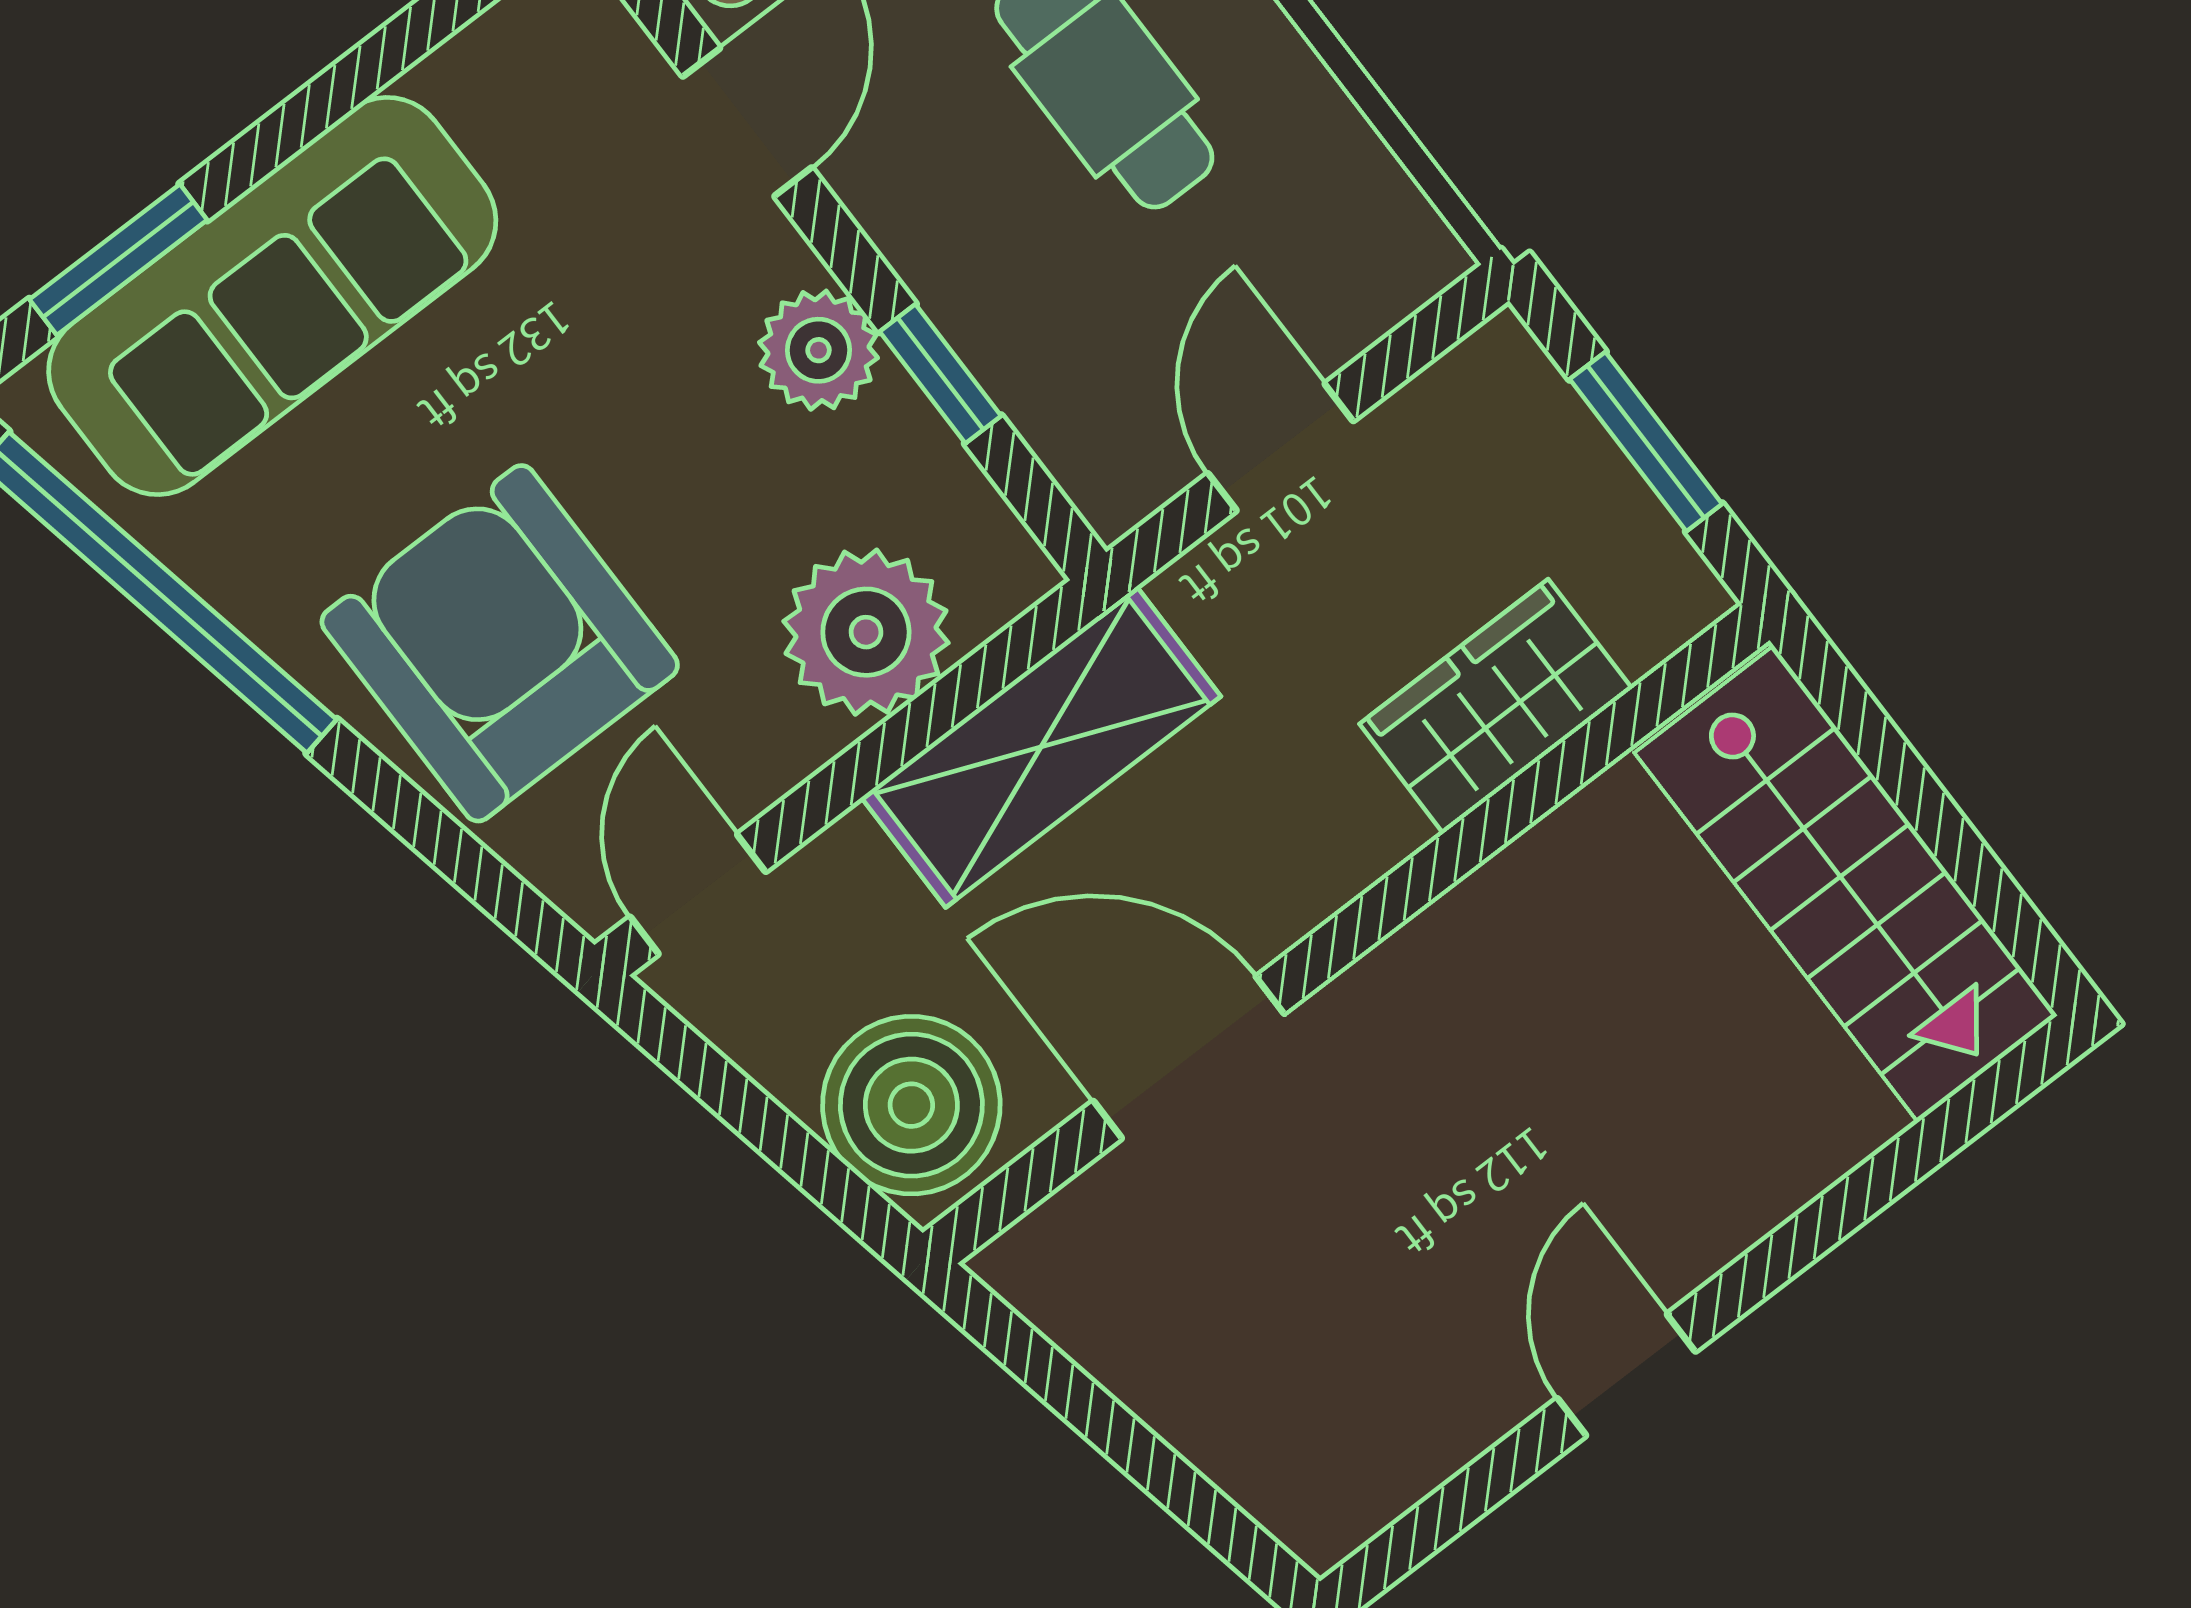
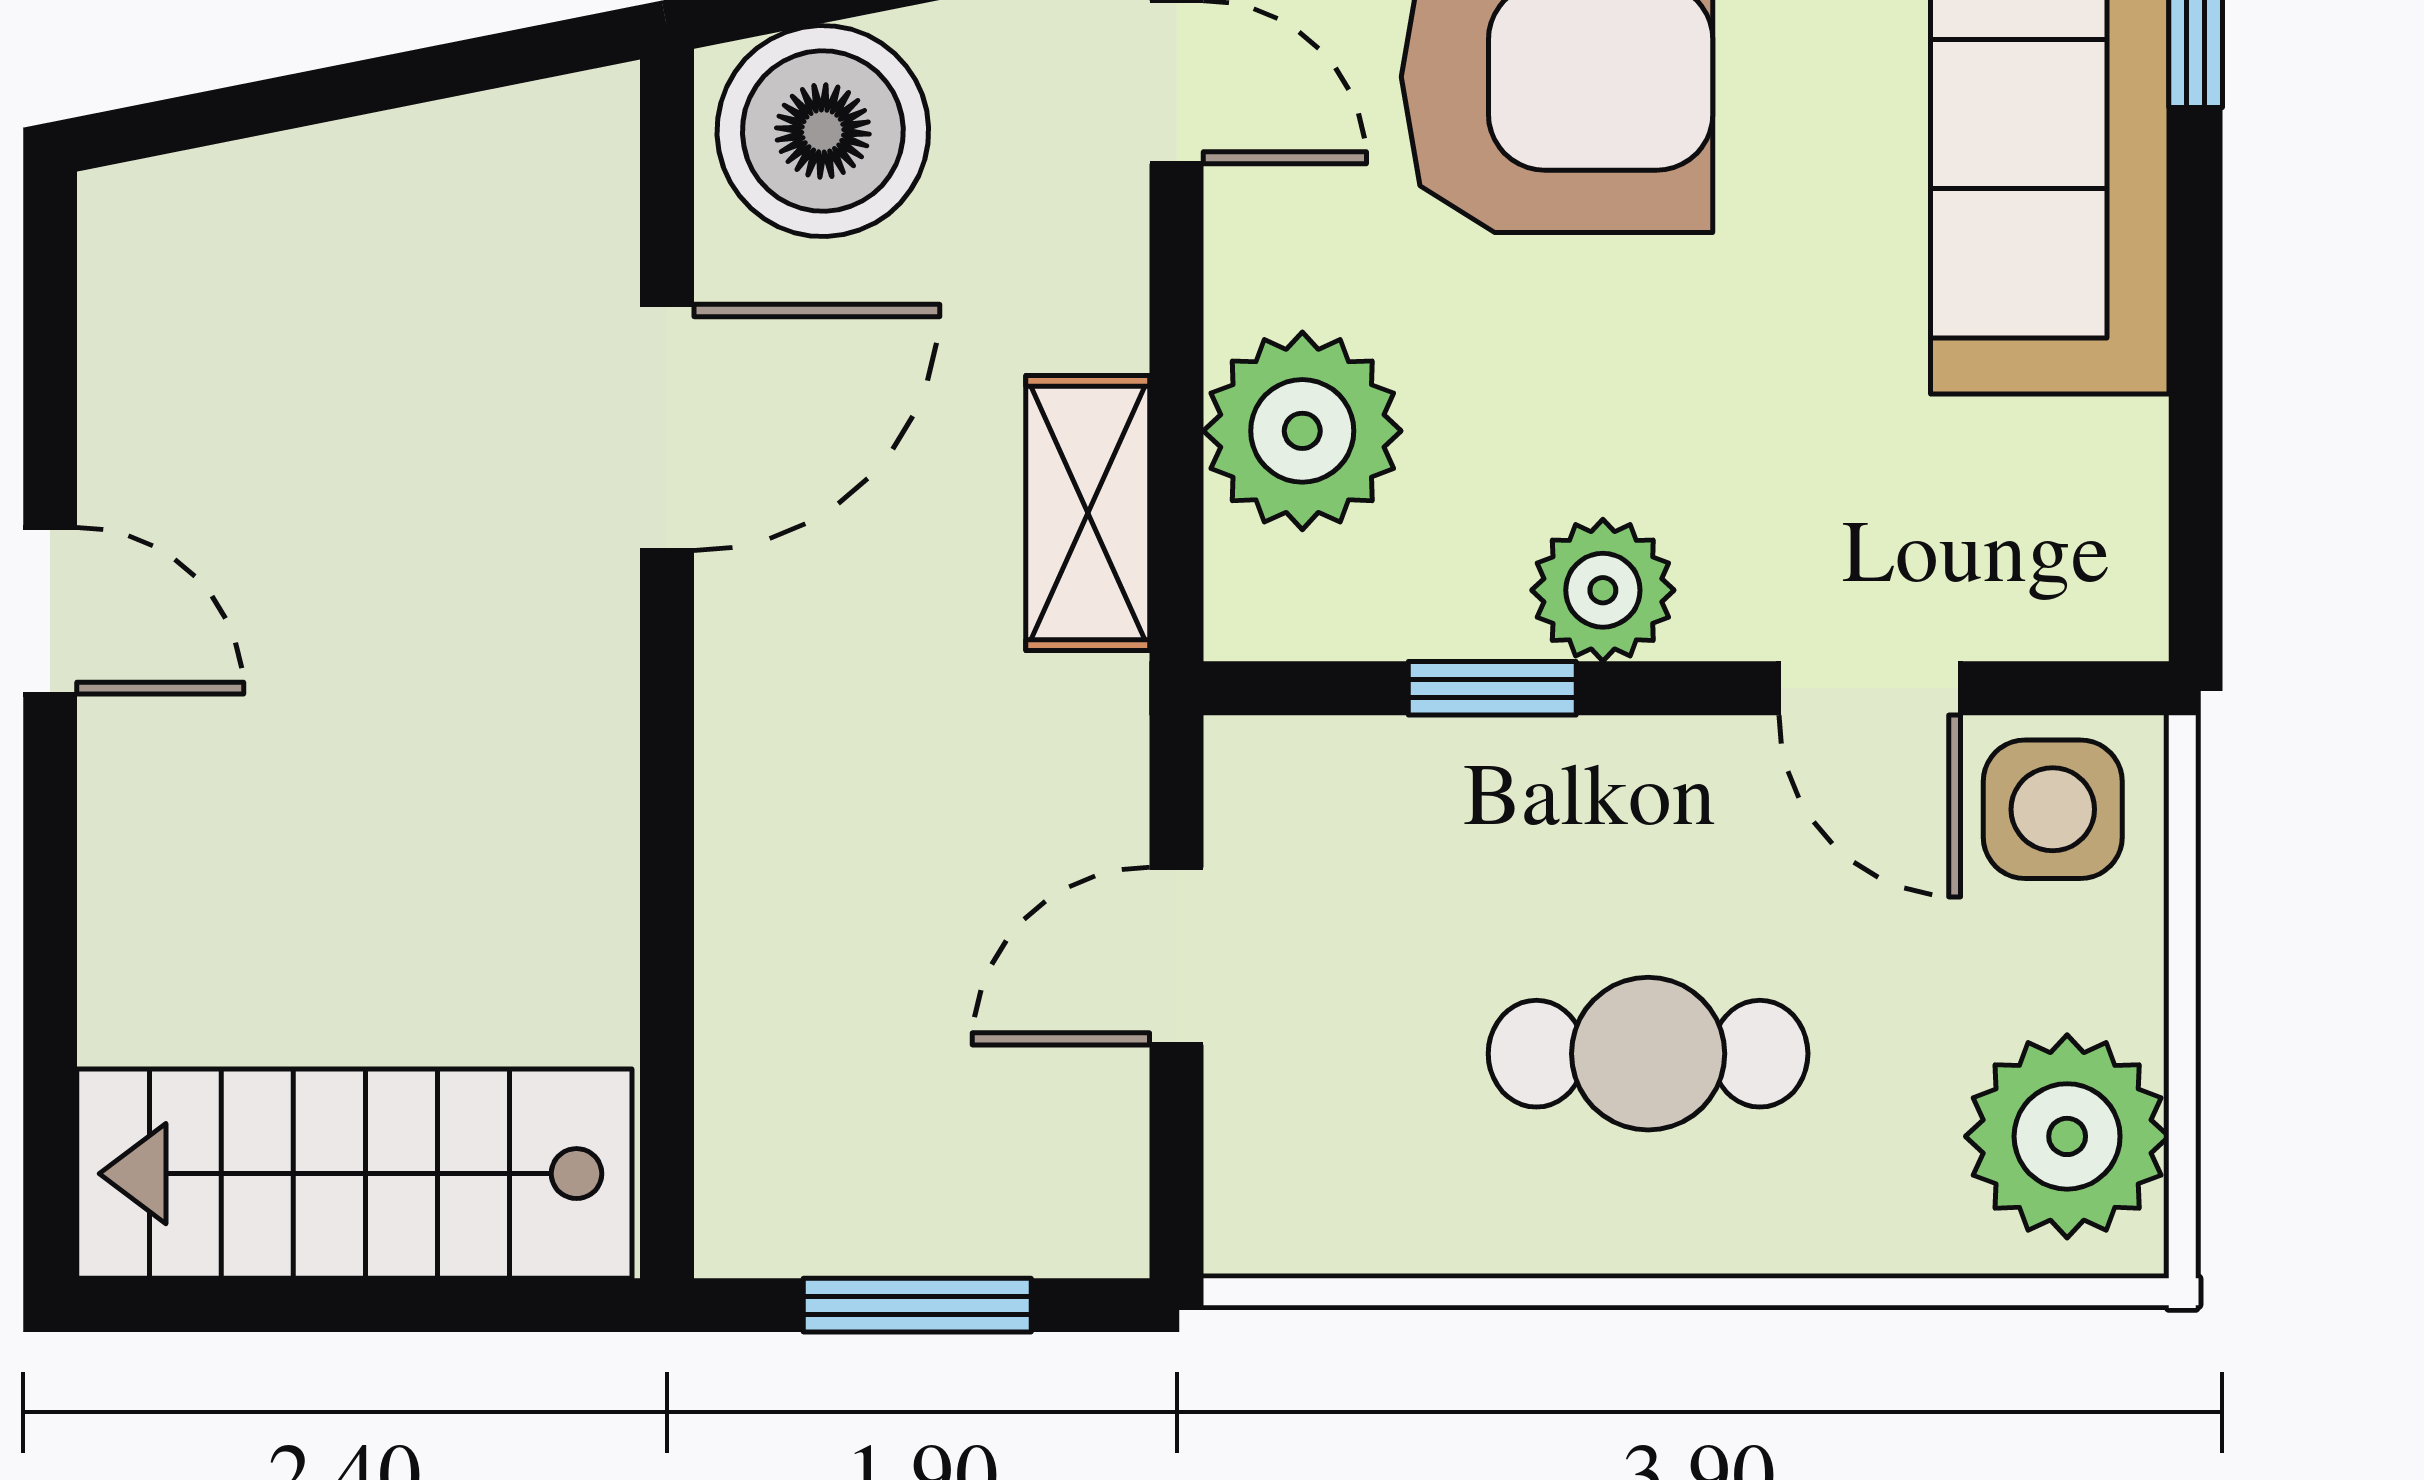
door: (1281, 447) -> (1177, 956), swing flipped
wardrobe: (1496, 706) -> (776, 972), removed
shelving: (1041, 747) -> (1088, 513), width x0.67, depth x0.75

